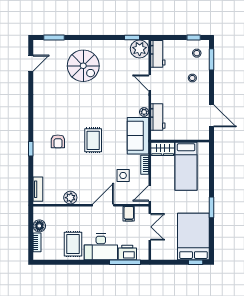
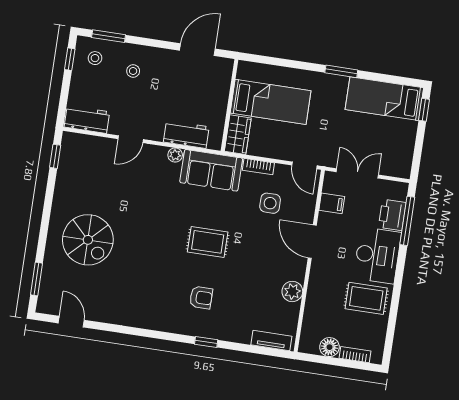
plant: (140, 49) -> (75, 147), removed
spiral stairs: (83, 66) -> (88, 240), turned 90
bed: (193, 237) -> (384, 99), width x0.67

